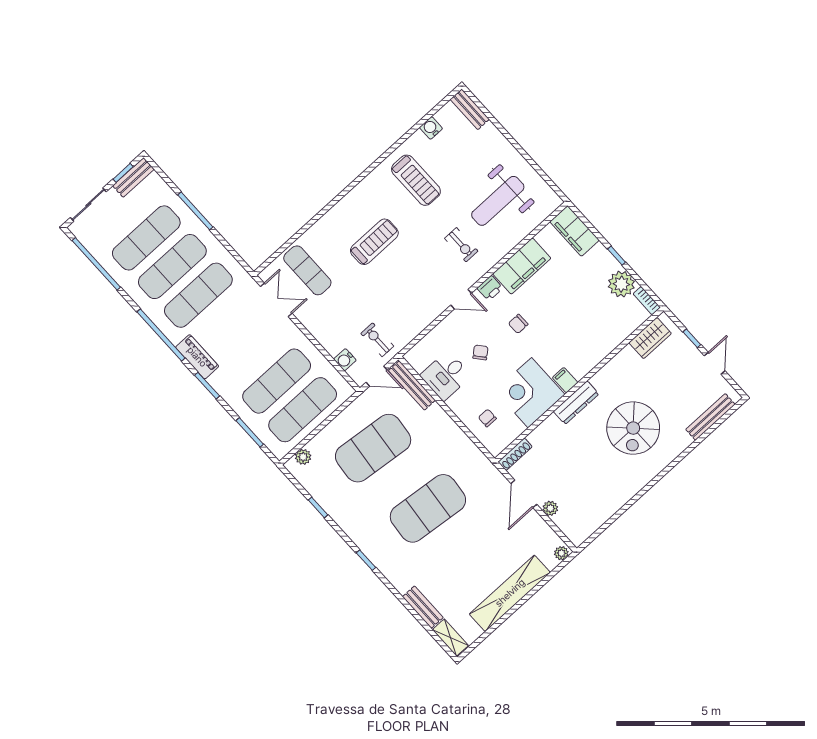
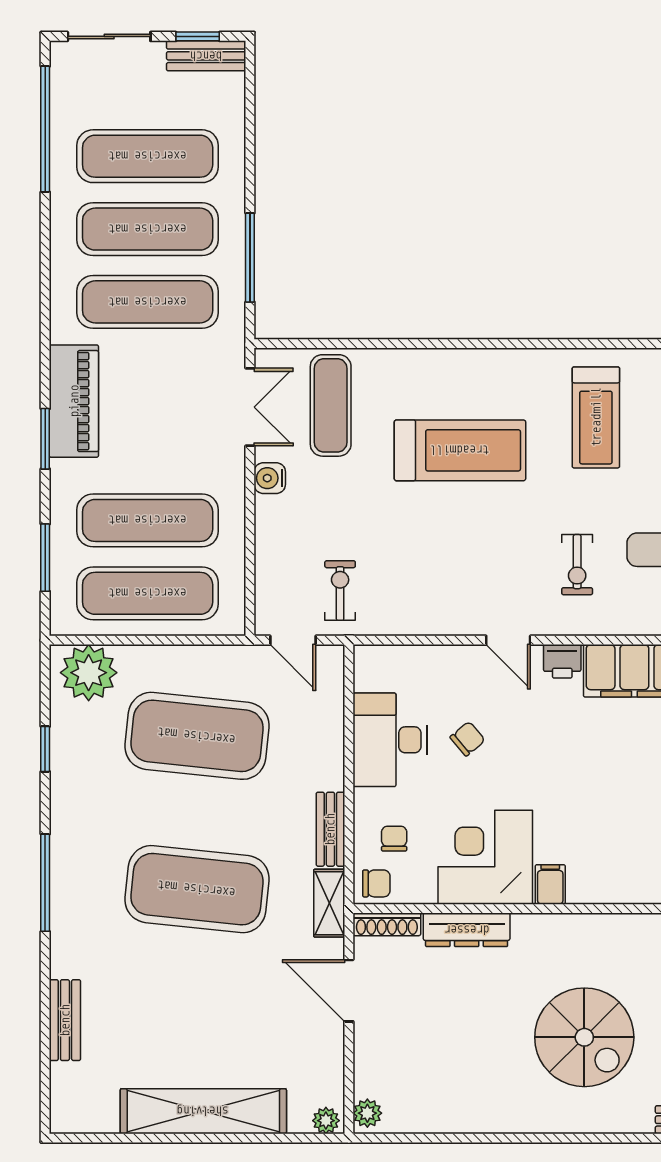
window: (195, 211) -> (250, 258), moved
treadmill: (374, 242) -> (460, 450), width x1.37, depth x1.38
chair: (518, 324) -> (376, 883), moved, turned 180
window: (161, 335) -> (45, 310), removed
piano: (197, 357) -> (74, 401), width x1.37, depth x1.33
water cooler: (345, 360) -> (270, 478), moved
desk: (446, 376) -> (390, 740), width x1.37
bench: (412, 385) -> (330, 829), moved, width x0.73
dresser: (576, 403) -> (467, 930), moved
spiral stairs: (633, 428) -> (584, 1037), turned -90
plant: (303, 457) -> (89, 673), width x1.88, depth x1.88
door: (524, 494) -> (349, 991), hinge flipped
plant: (550, 508) -> (367, 1113), moved
window: (366, 560) -> (45, 883), width x2.17
shelving: (450, 638) -> (329, 903), moved

